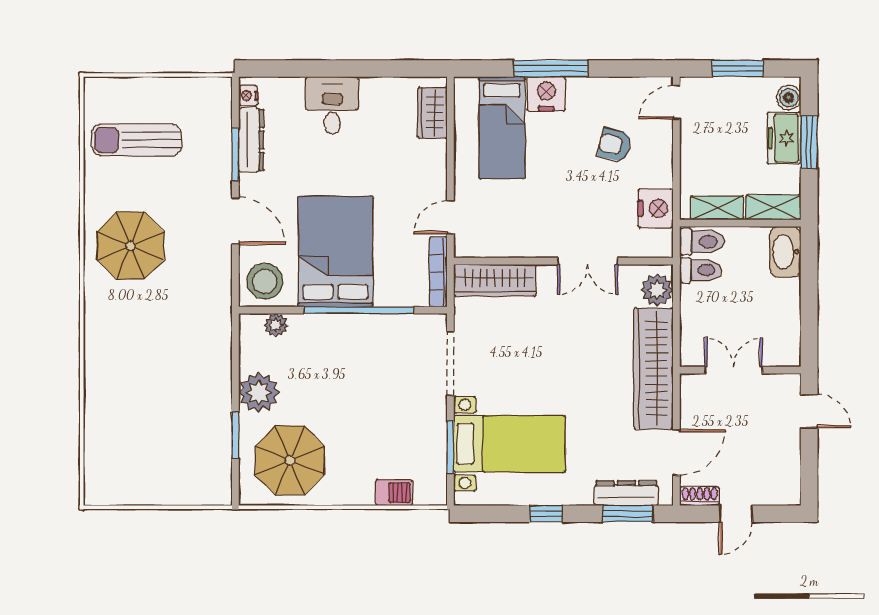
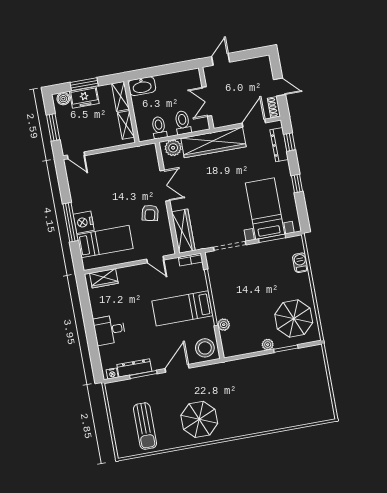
armchair: (615, 145) -> (150, 213), moved
nightstand: (656, 208) -> (132, 156), removed
toilet: (702, 242) -> (183, 123), moved
bed: (336, 252) -> (182, 308), width x0.67
bookcase: (438, 272) -> (191, 260), width x0.64
plant: (276, 325) -> (224, 325), moved
plant: (259, 392) -> (268, 345), width x0.53, depth x0.53
door: (676, 452) -> (254, 123), hinge flipped
window: (628, 514) -> (290, 142), width x0.67

